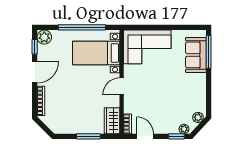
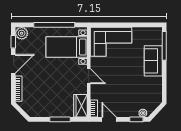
sofa: (196, 55) -> (153, 61), moved
door: (122, 86) -> (89, 76), swing flipped
plant: (198, 117) -> (155, 103), removed

